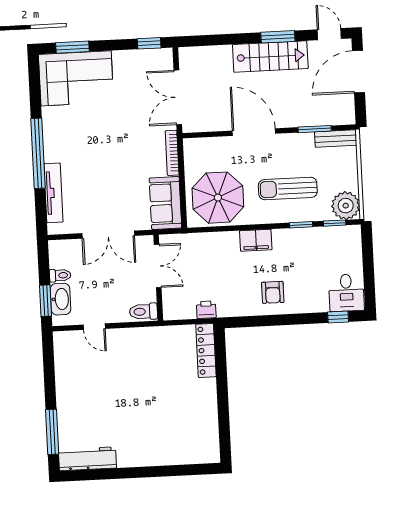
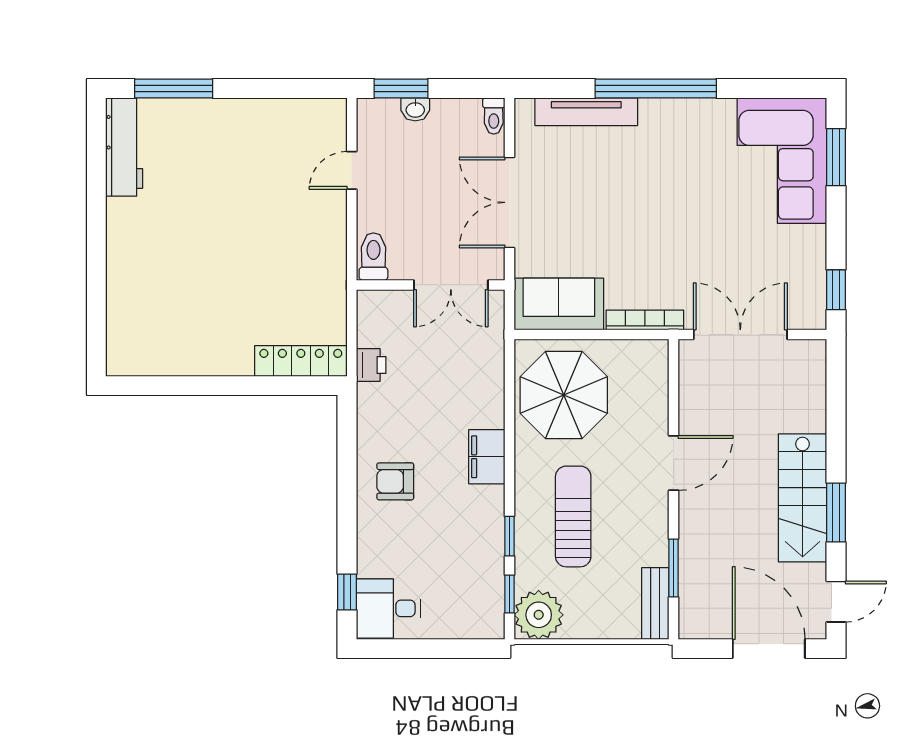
door: (254, 132) -> (674, 463), width x0.73
toilet: (60, 275) -> (494, 116), moved
washbasin: (61, 299) -> (415, 109), width x0.52, depth x0.69

